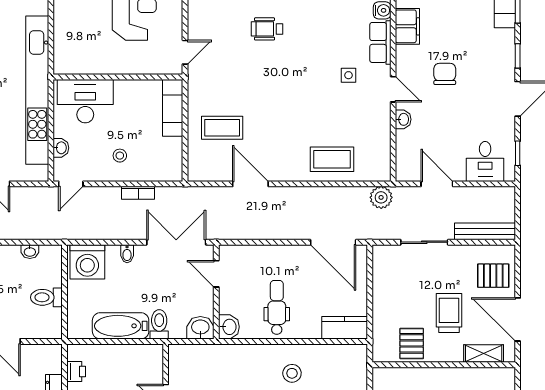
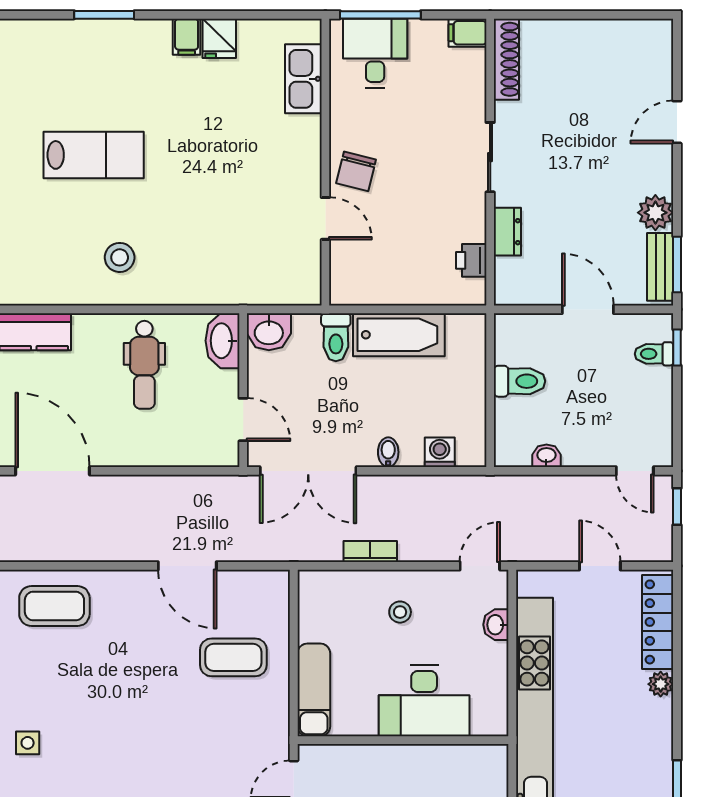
desk: (85, 101) -> (424, 701), moved
washing machine: (87, 262) -> (440, 452), width x0.53, depth x0.53
washbasin: (229, 327) -> (222, 341), width x1.38

